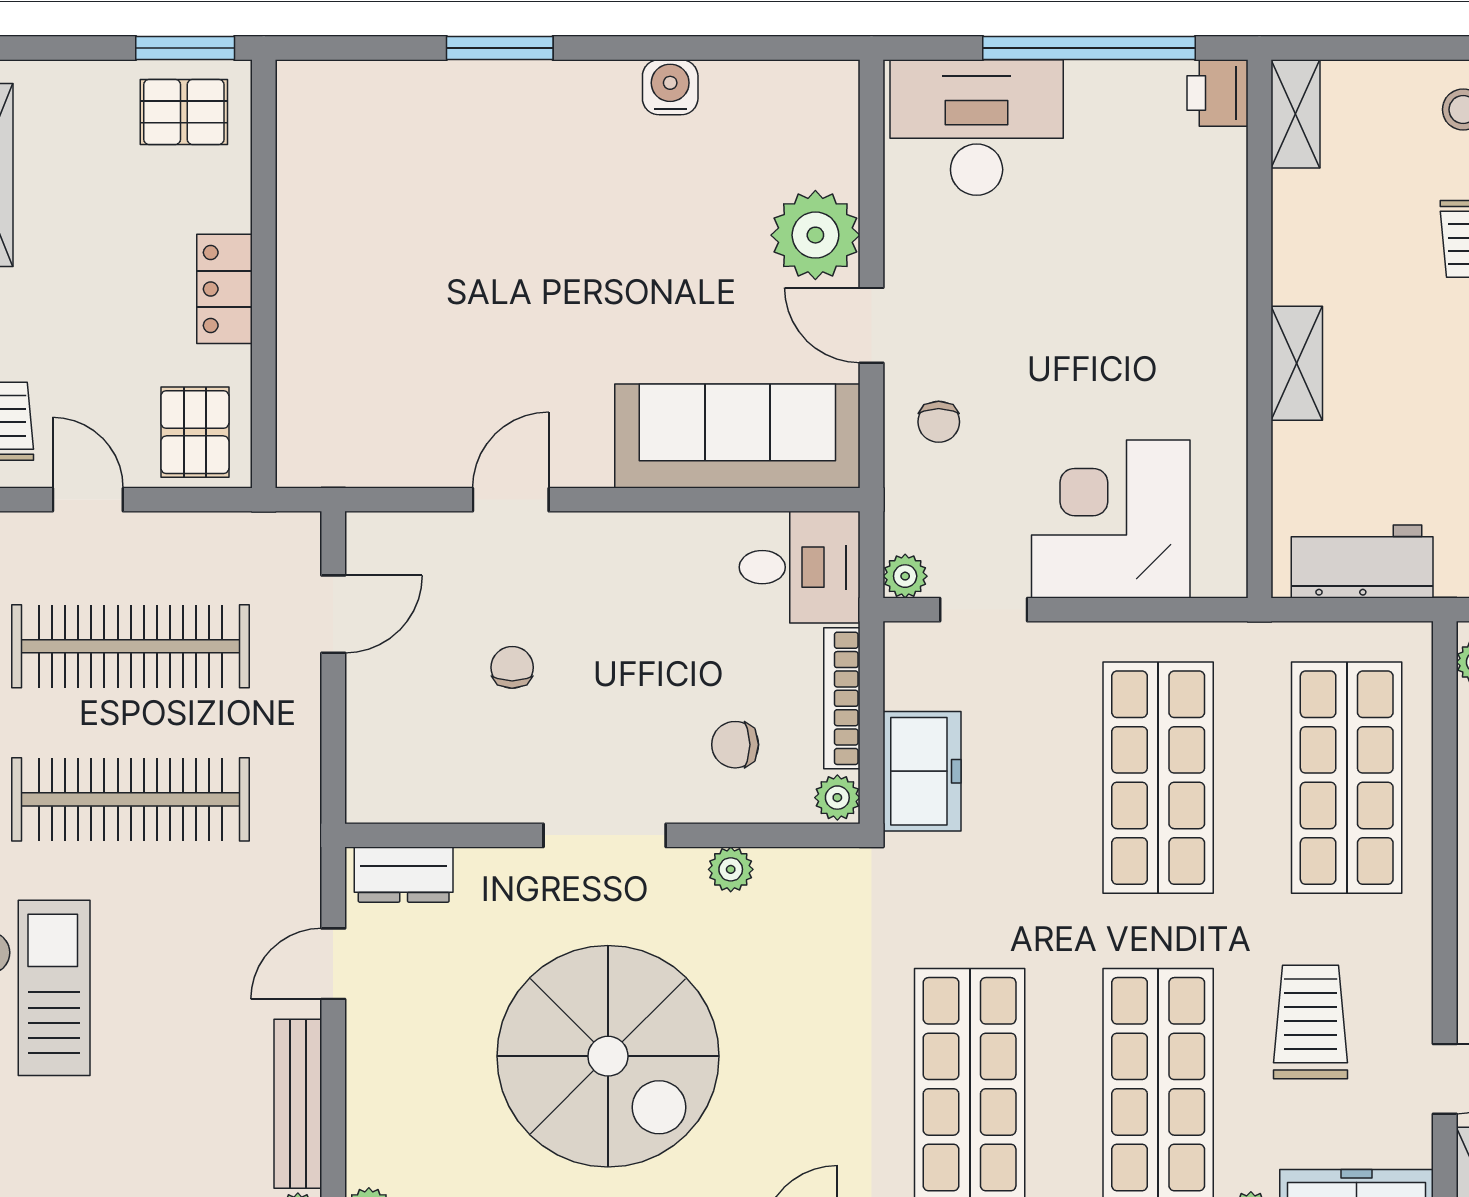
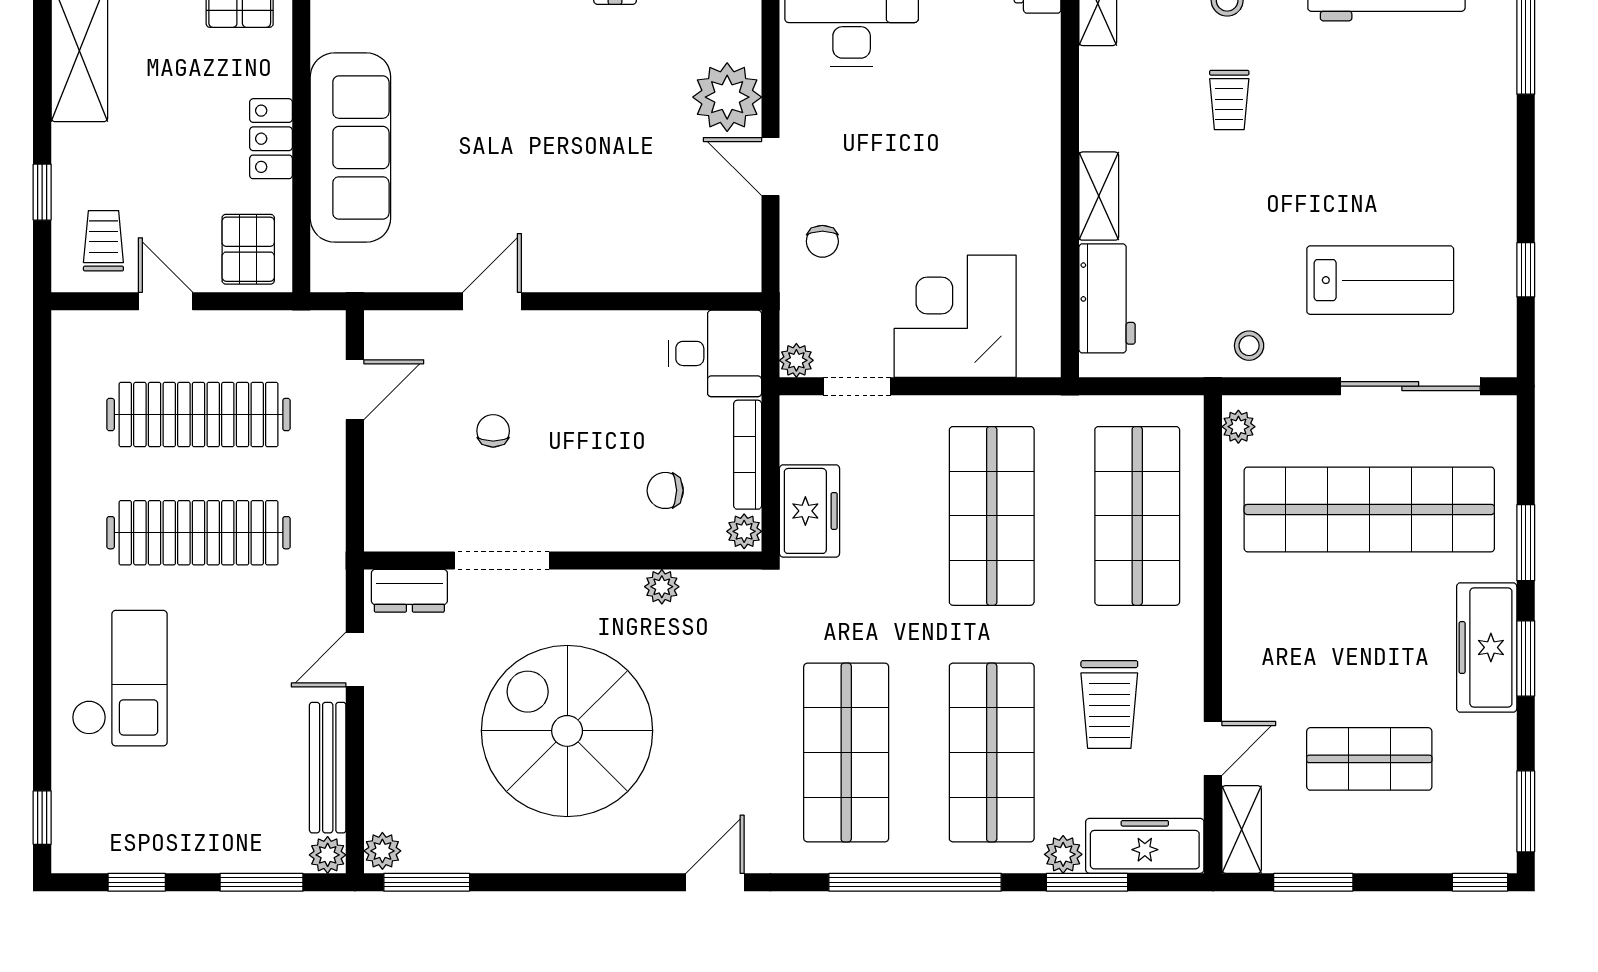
sofa: (737, 436) -> (350, 148), moved, turned 90
workbench: (1362, 561) -> (1107, 298), moved, turned 90
doorway: (605, 835) -> (502, 560), moved
trolley: (1311, 1022) -> (1109, 705), turned 180
spiral stairs: (608, 1056) -> (567, 731), turned 180

